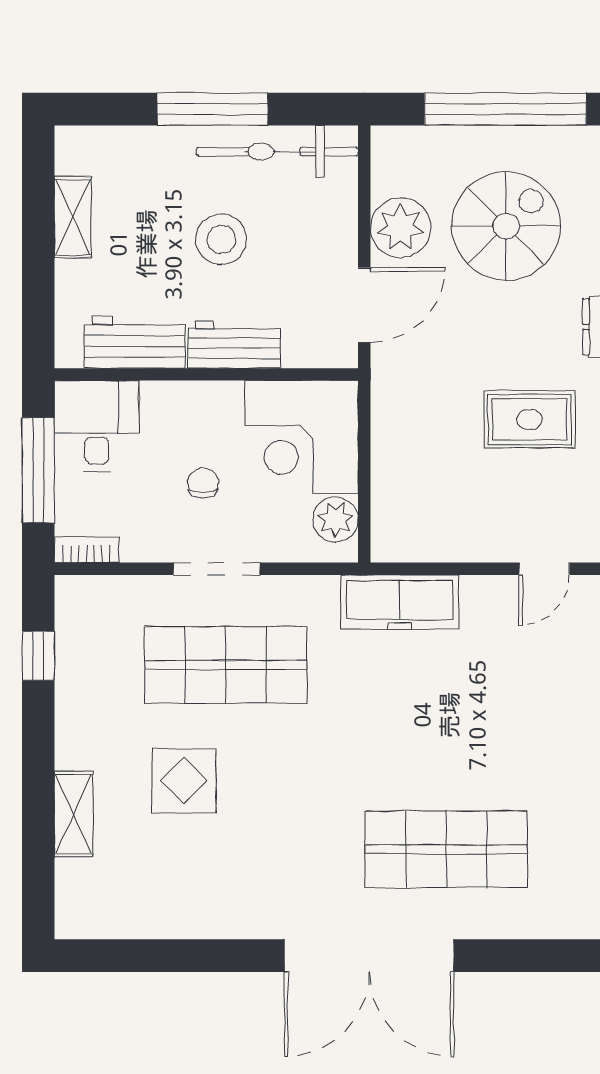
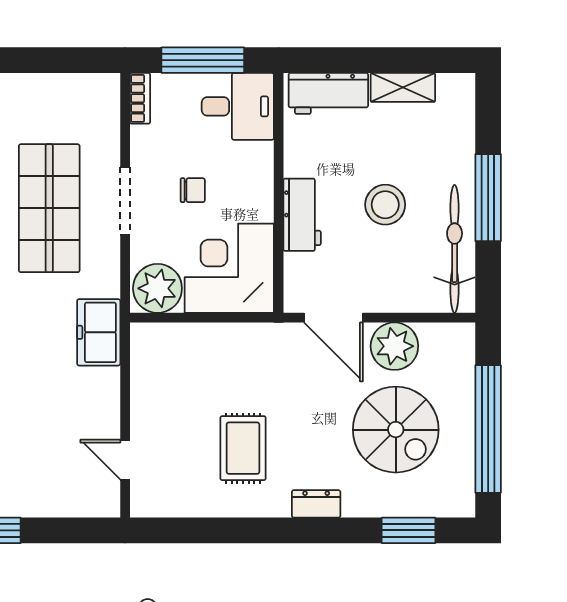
workbench: (135, 342) -> (328, 93), moved, turned 90
plant: (335, 519) -> (157, 288), width x1.36, depth x1.36
freezer: (400, 602) -> (99, 332), width x0.71
window: (38, 656) -> (56, 60), removed

